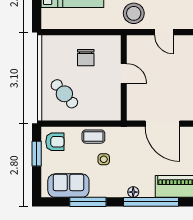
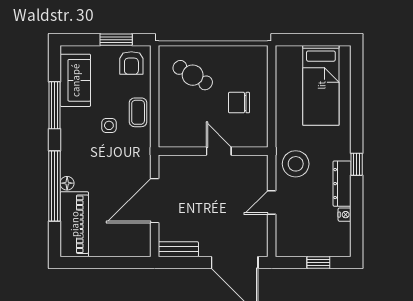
door: (124, 73) -> (219, 151), swing flipped
cafe table: (64, 94) -> (193, 75), turned 72
floor lamp: (133, 192) -> (67, 183), moved

